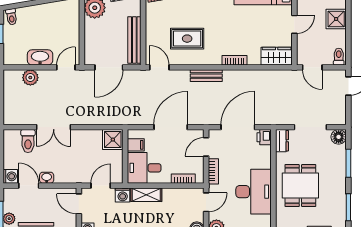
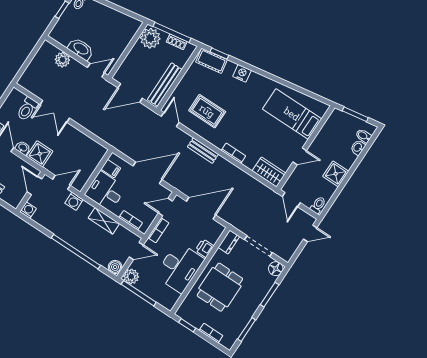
printer: (264, 137) -> (204, 248), moved
shower: (113, 140) -> (40, 154), moved
shelving: (146, 195) -> (104, 221), moved

